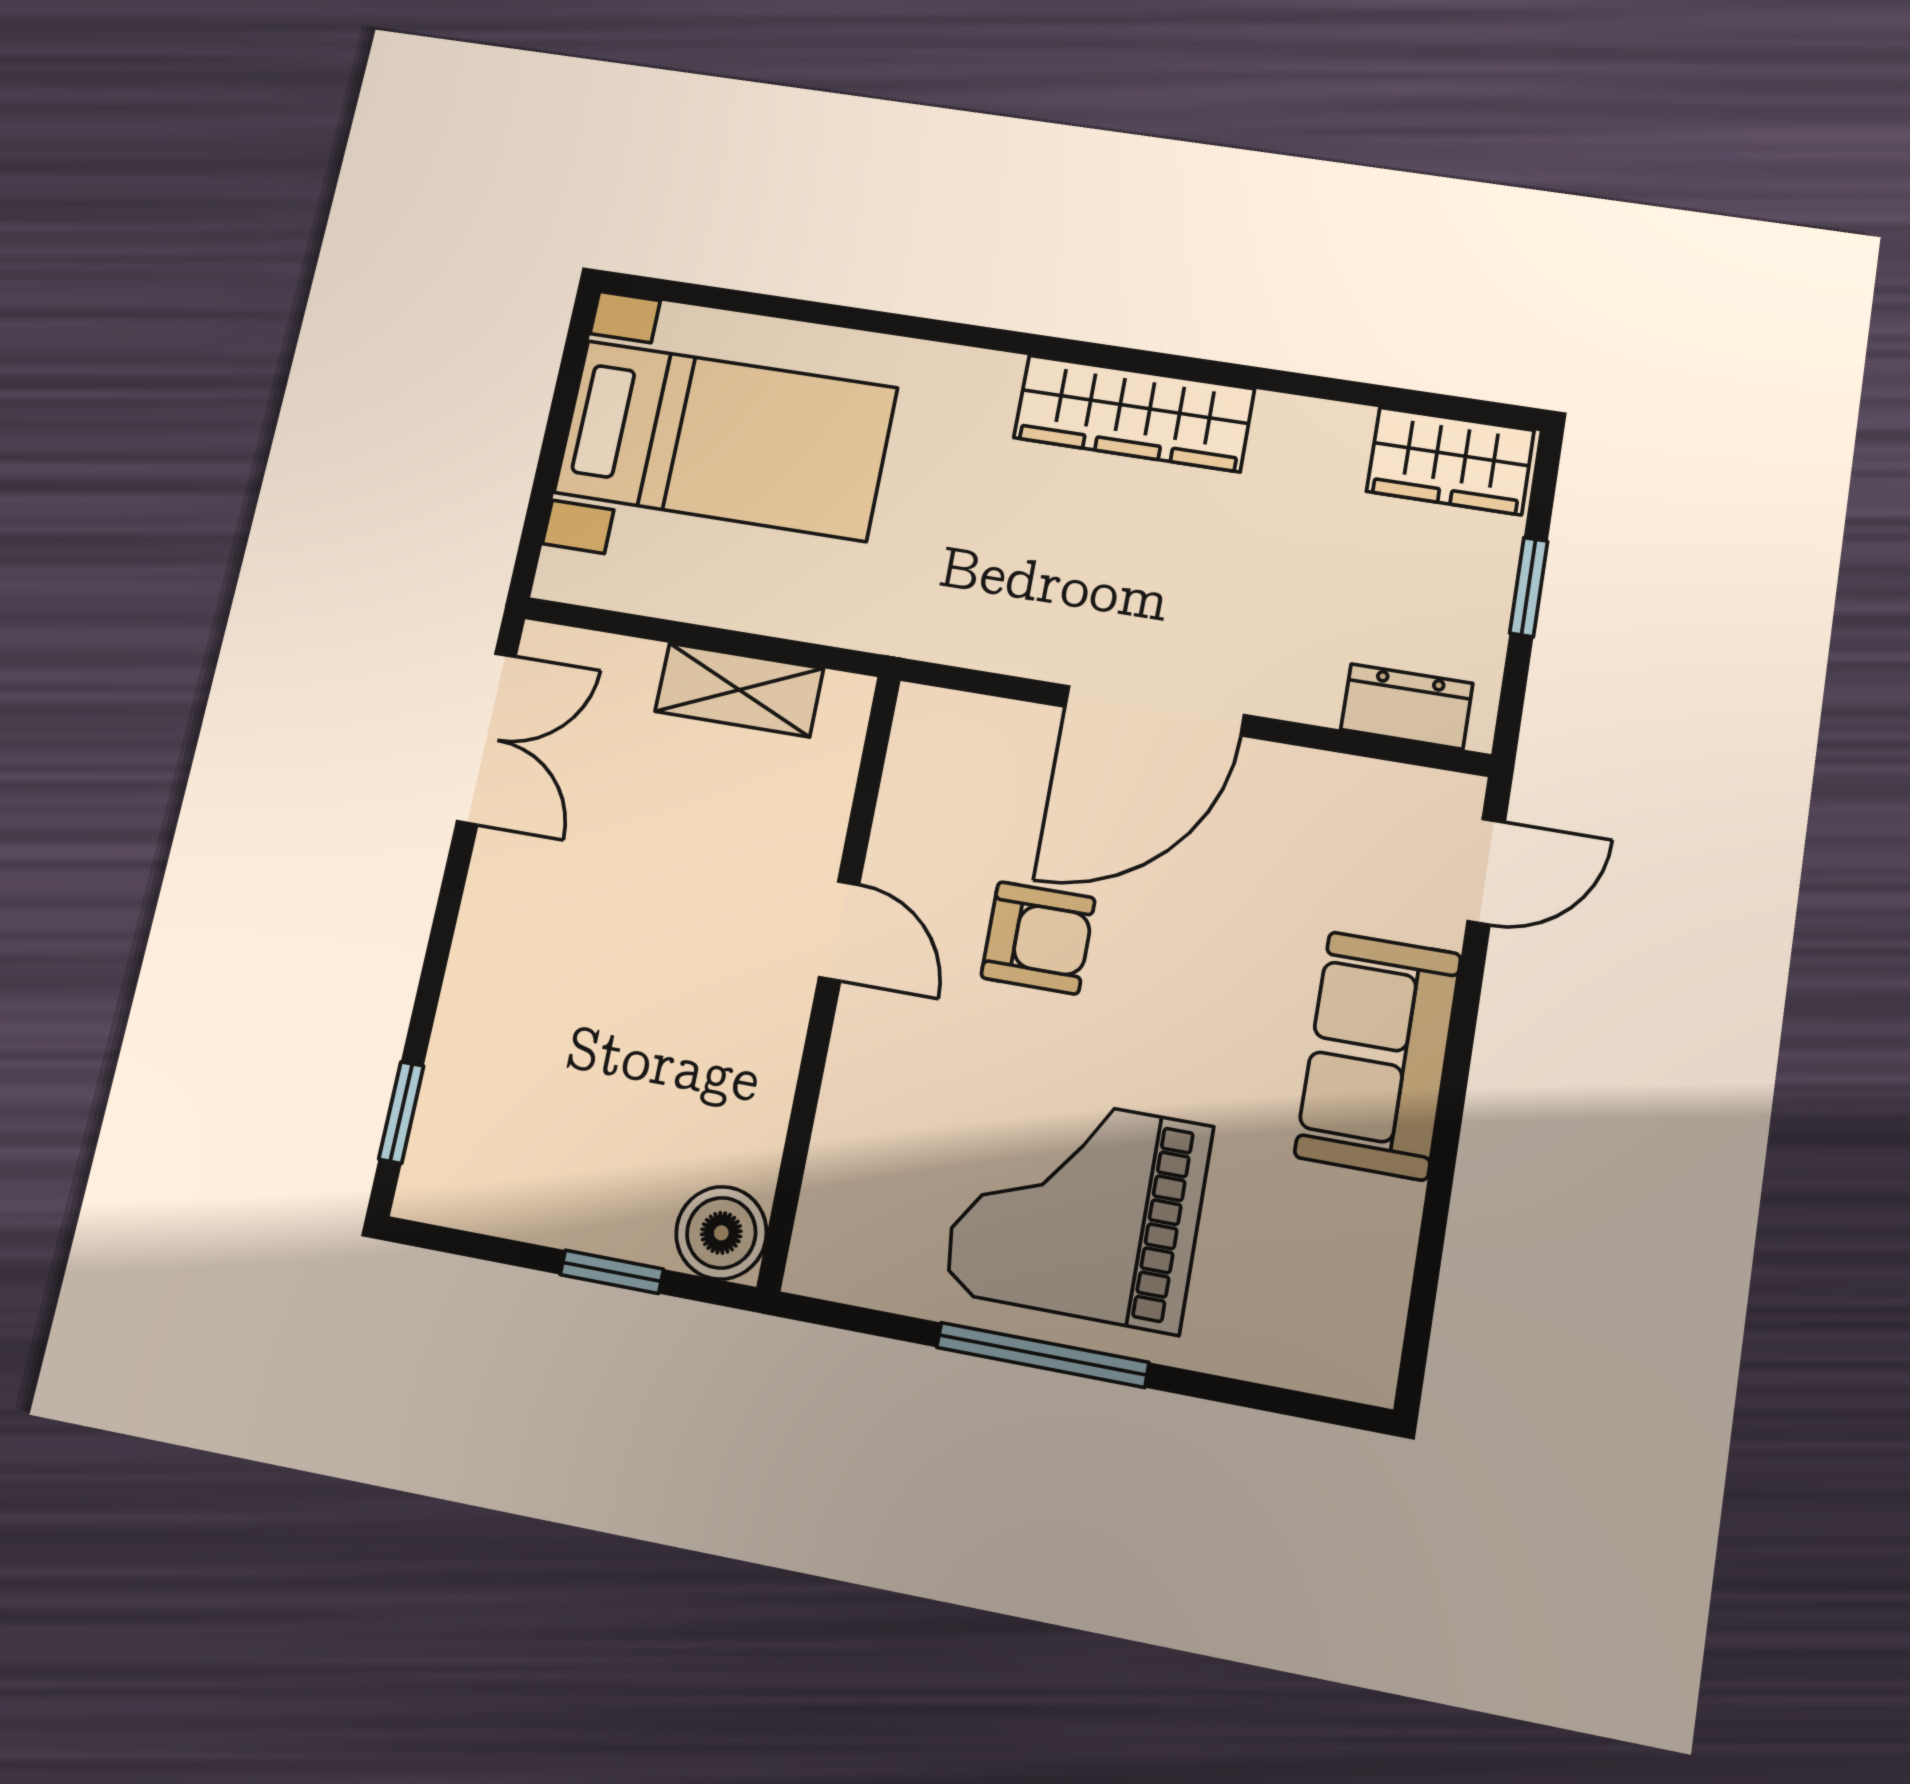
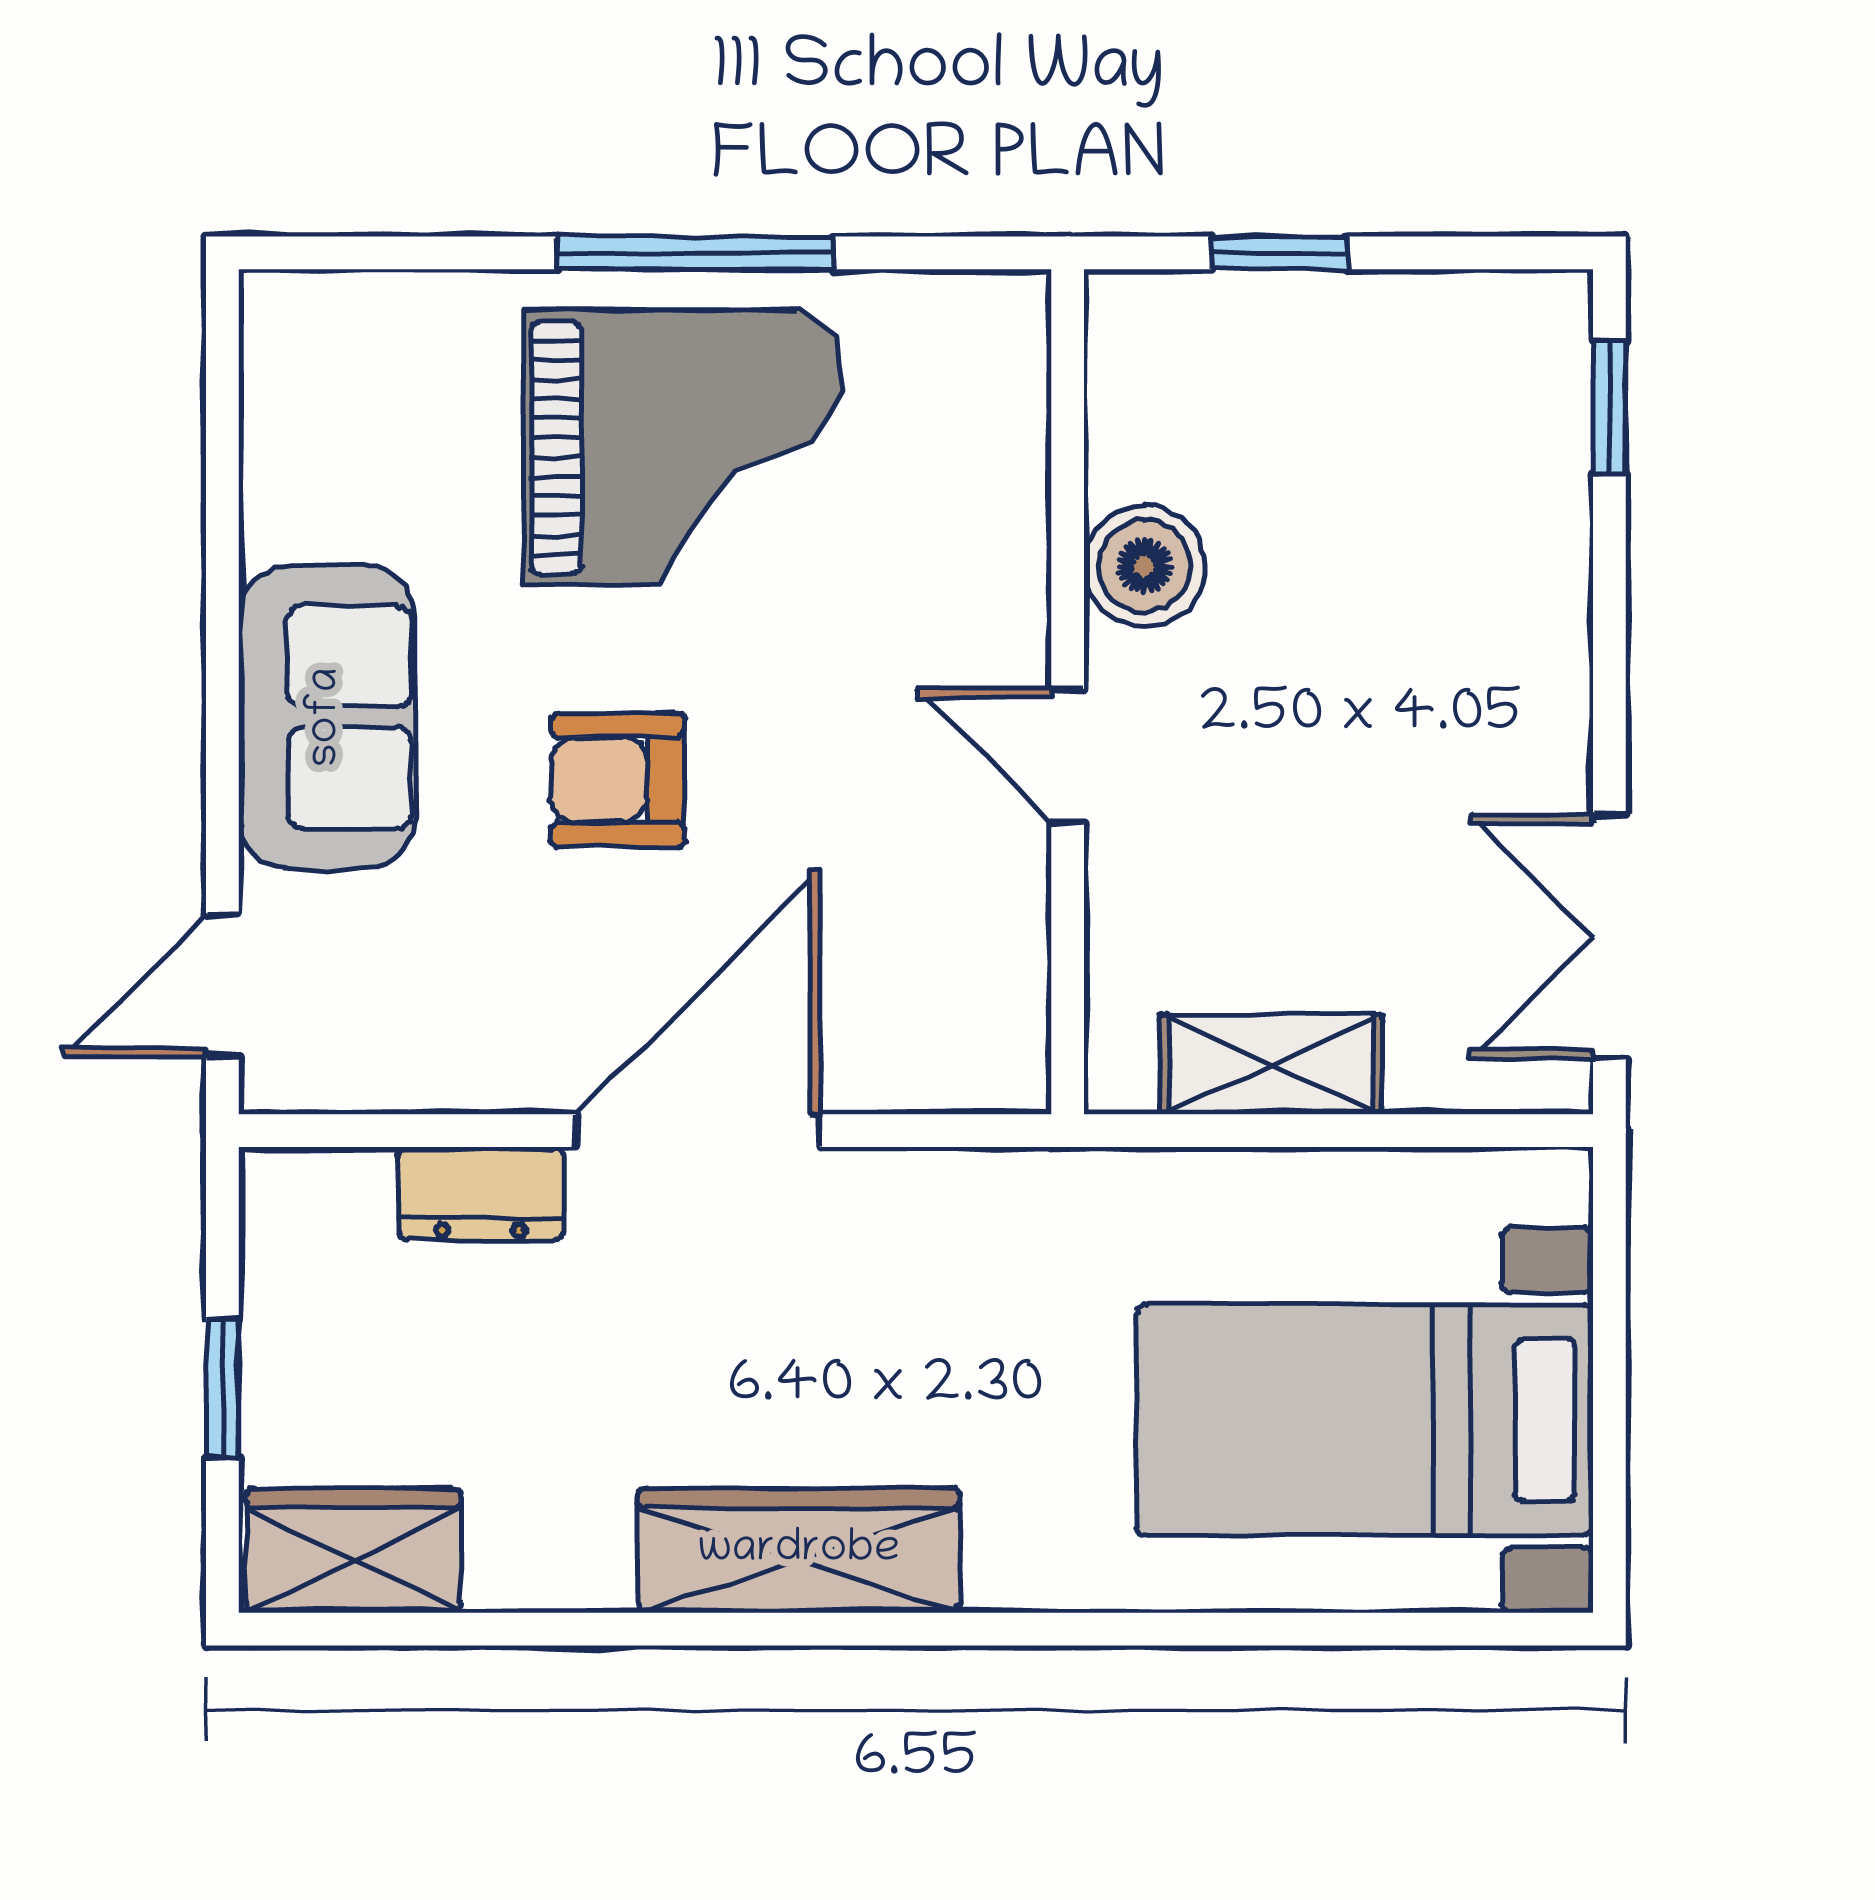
dresser: (1407, 706) -> (481, 1194), moved
armchair: (1038, 938) -> (618, 780), moved
boiler: (721, 1233) -> (1145, 566), moved

